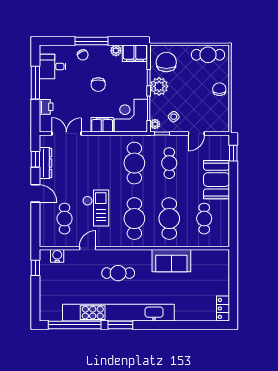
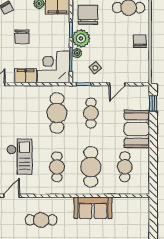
plant: (155, 124) -> (77, 53), moved
cafe table: (134, 219) -> (57, 167), width x0.73, depth x0.74

